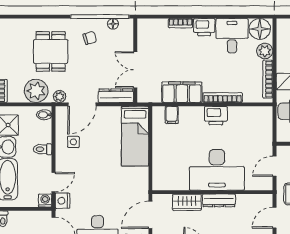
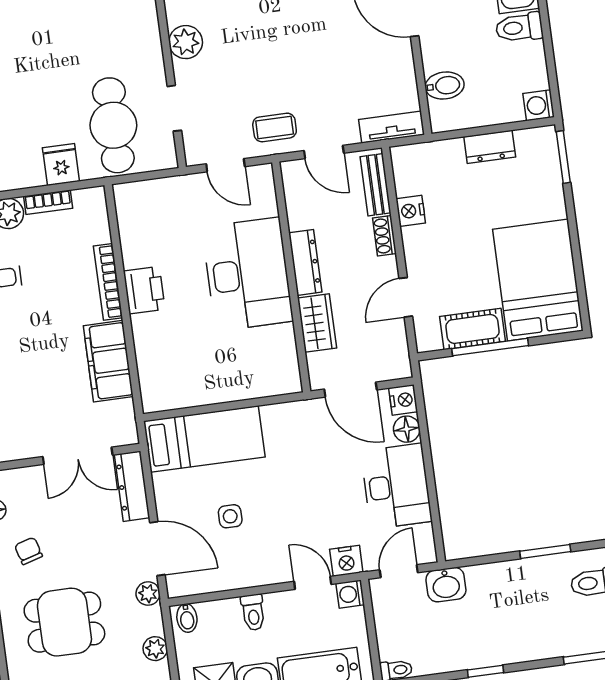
bookcase: (268, 79) -> (48, 202), width x0.64
plant: (36, 91) -> (155, 649), width x0.53, depth x0.53
filing cabinet: (172, 115) -> (154, 375), removed
side table: (73, 142) -> (230, 516), moved

